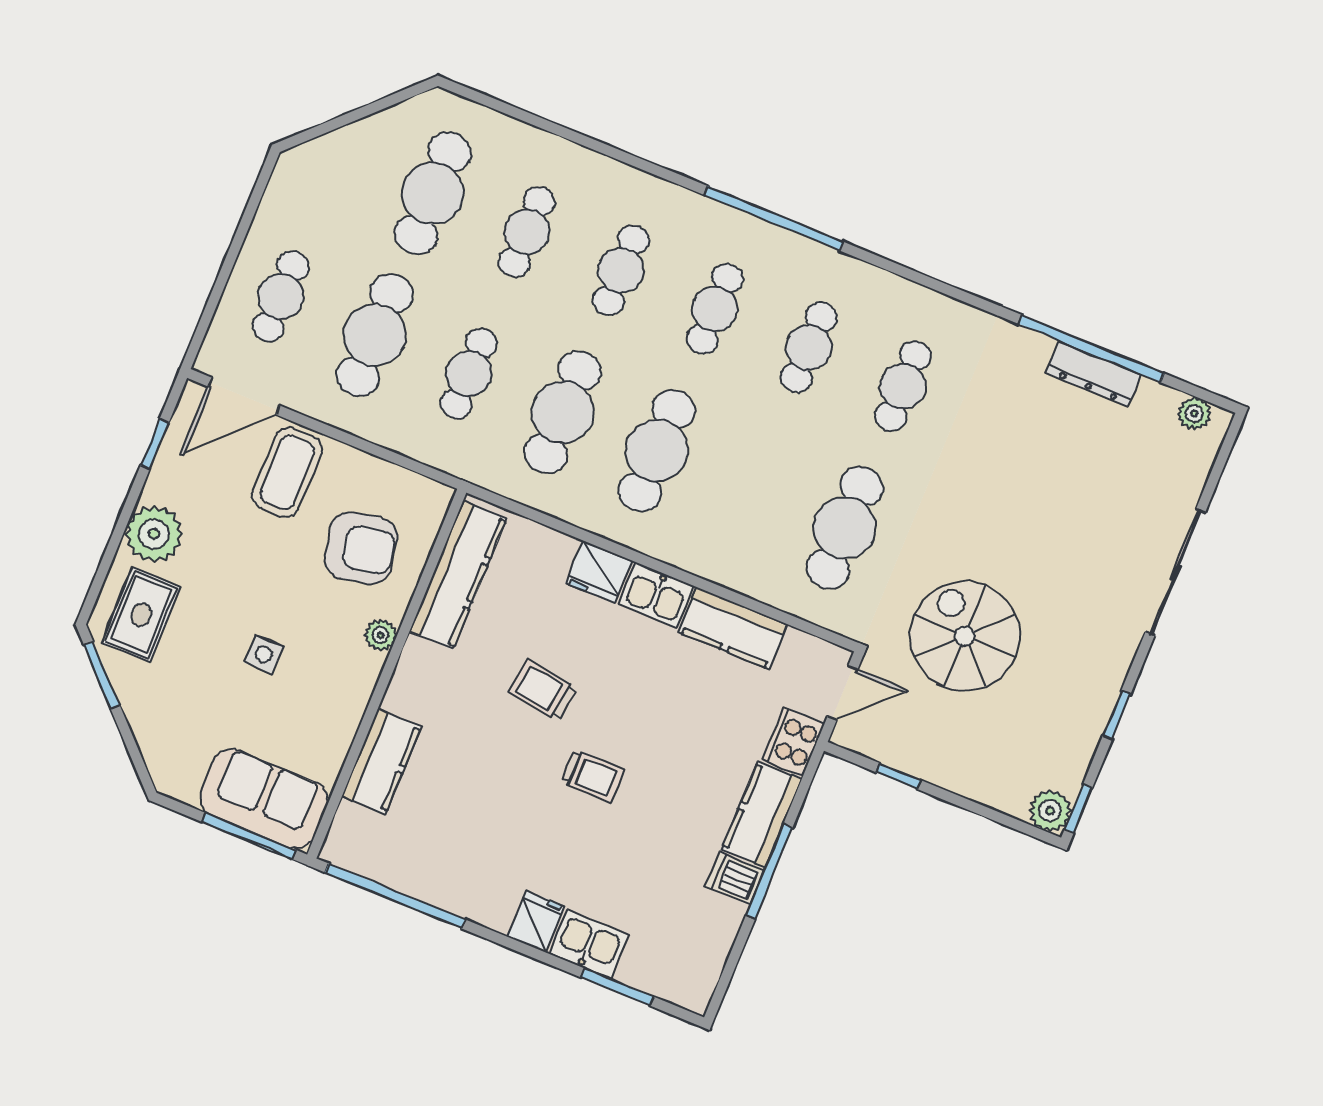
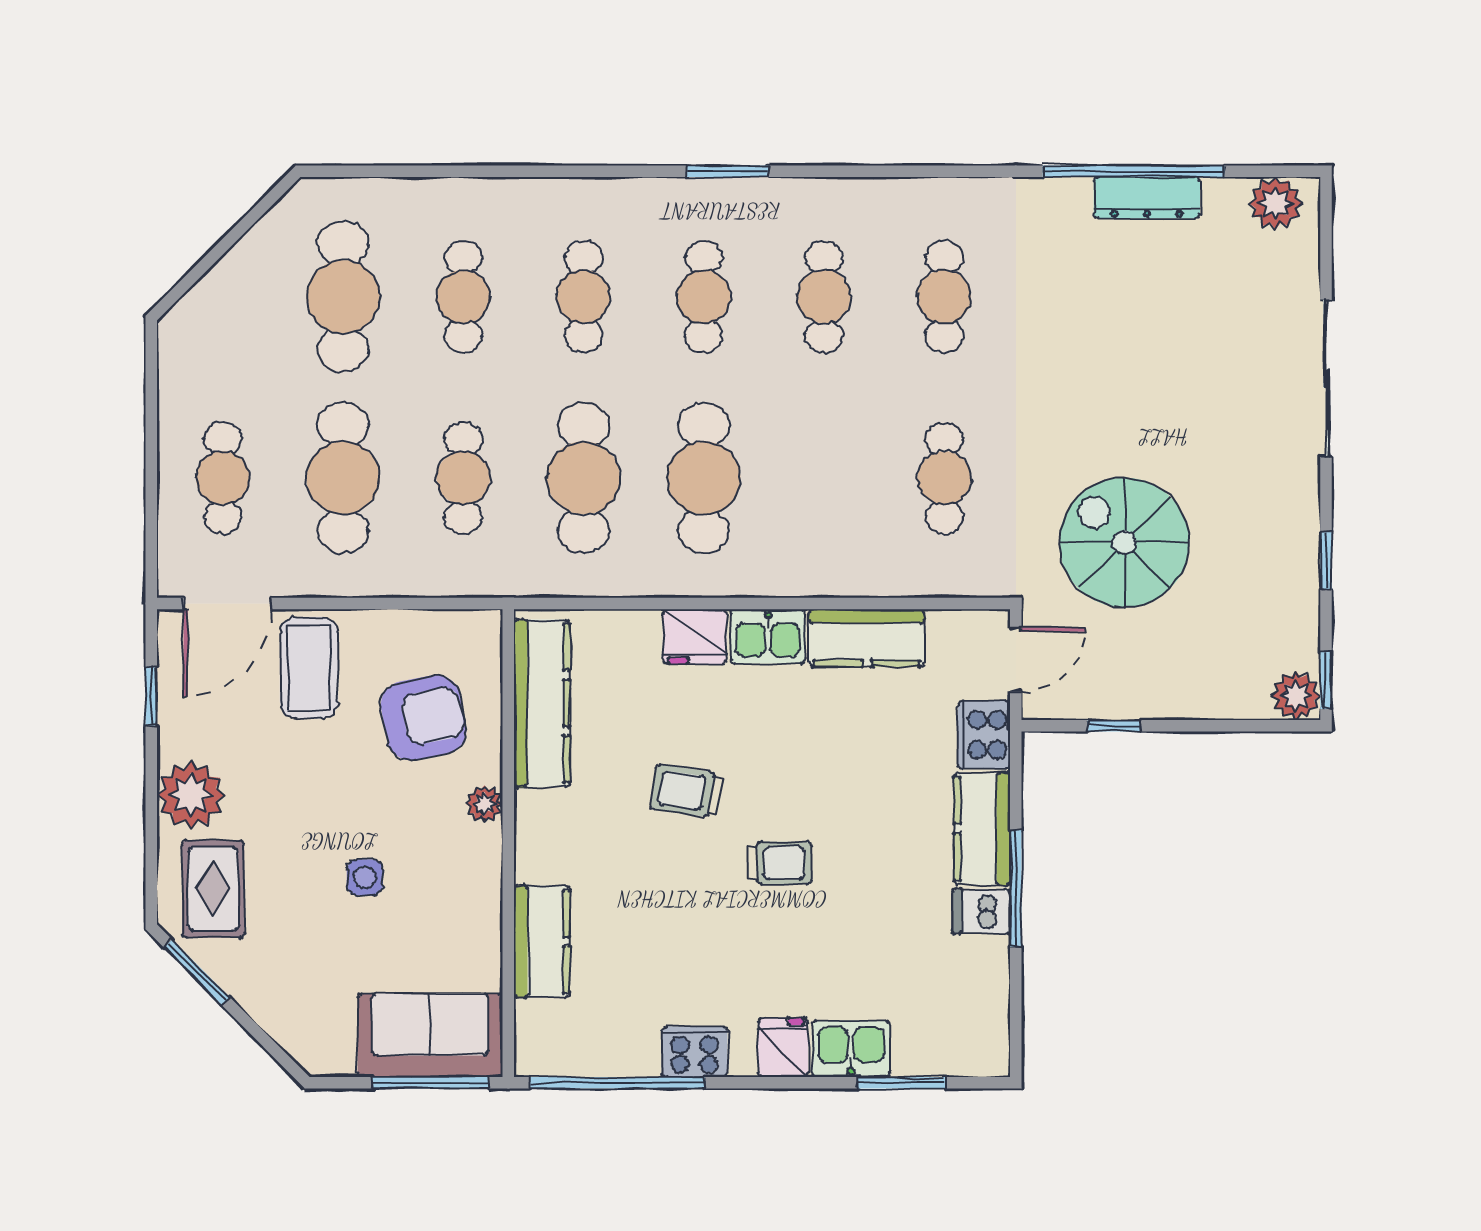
window: (773, 218) -> (727, 171), width x0.47
plant: (1194, 414) -> (1275, 203), width x1.38, depth x1.38
cafe table: (845, 528) -> (944, 478), width x0.73, depth x0.74
cooker: (466, 896) -> (695, 1052), added

